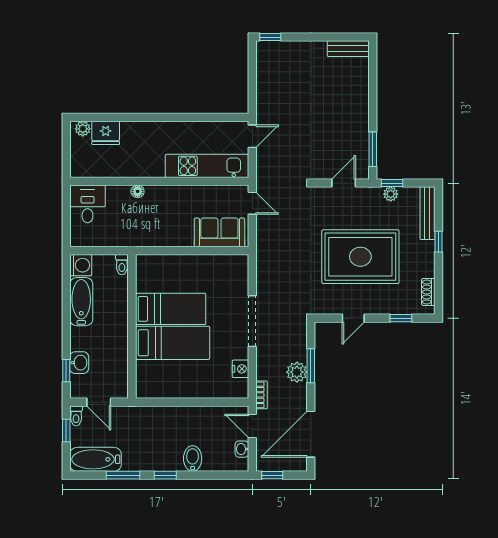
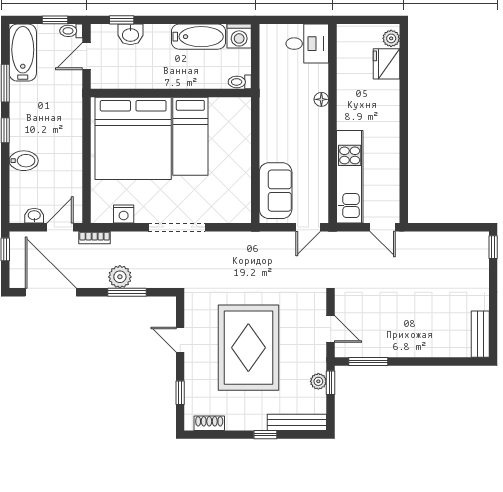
bed: (173, 343) -> (133, 138), width x2.04

